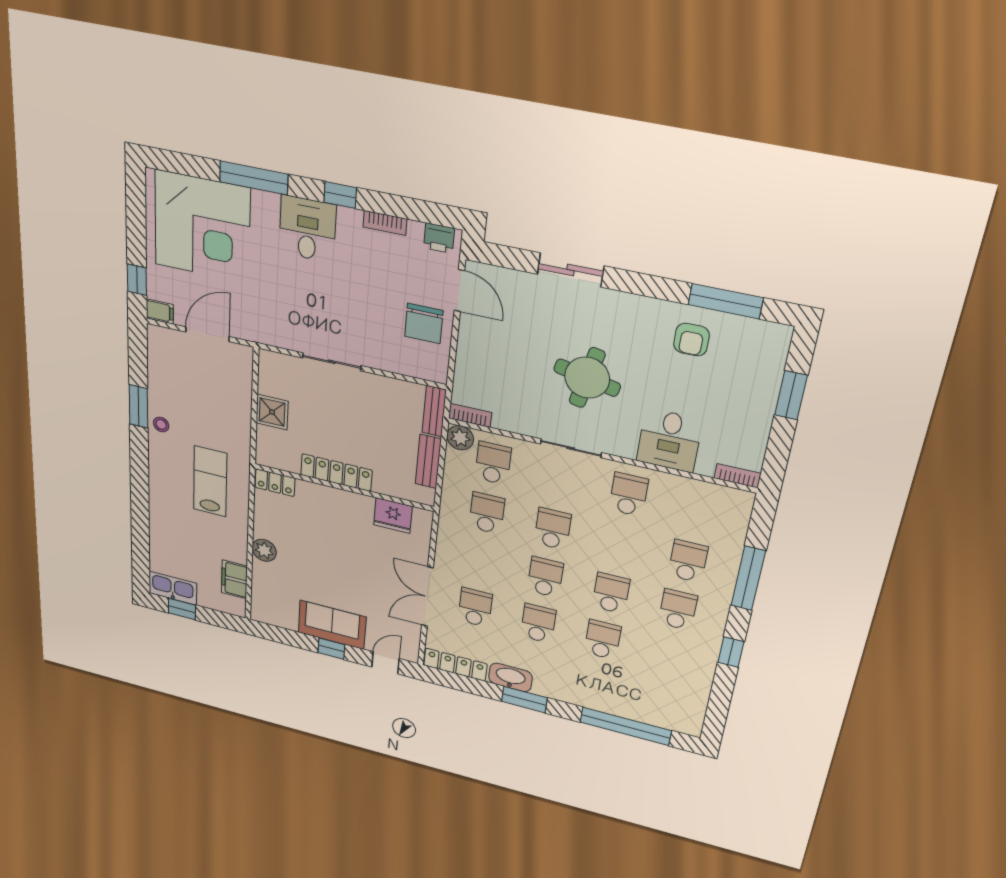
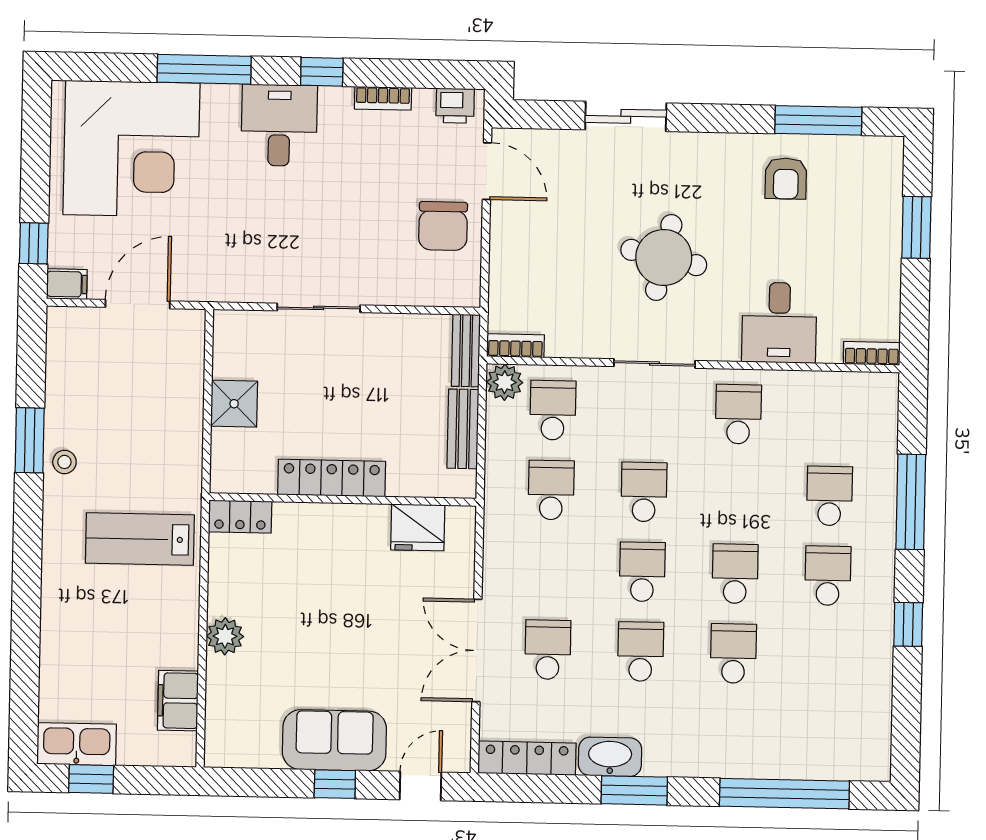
lab bench: (210, 482) -> (140, 539), turned -90

